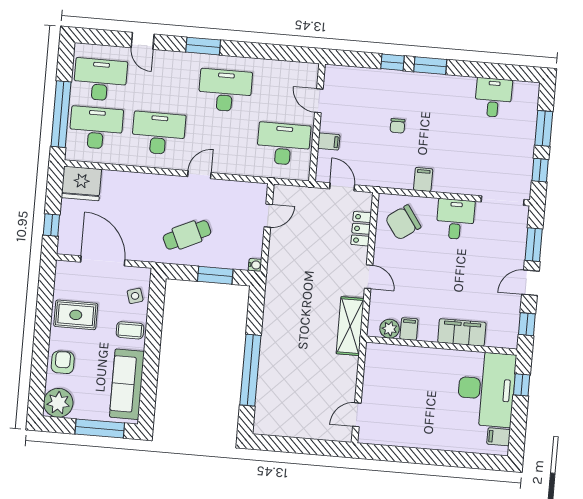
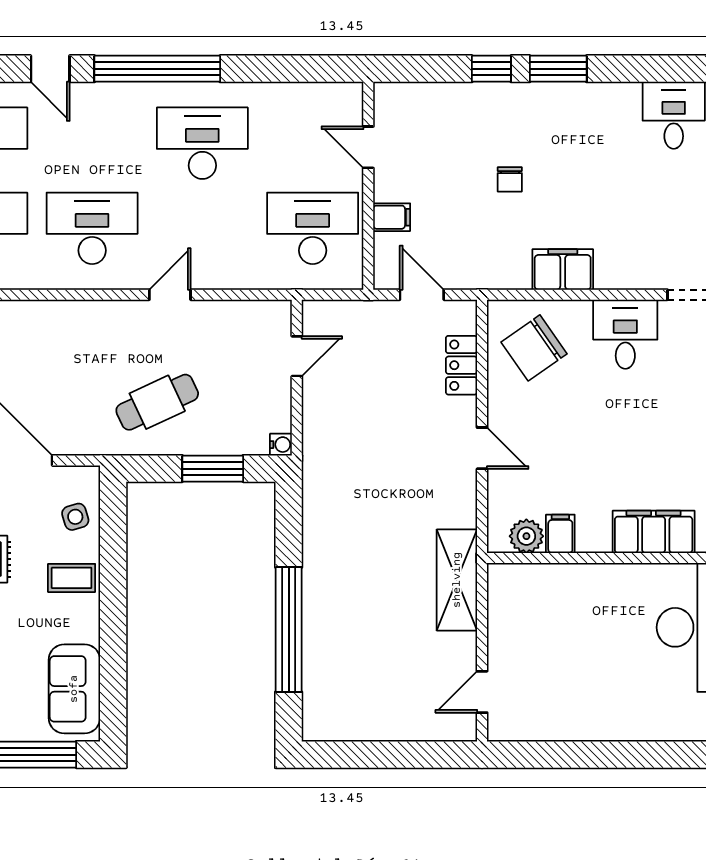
window: (203, 46) -> (157, 69), width x2.11
filing cabinet: (423, 179) -> (563, 269), width x2.00
shelving: (350, 326) -> (457, 580), moved
sofa: (127, 384) -> (74, 689), width x0.73

